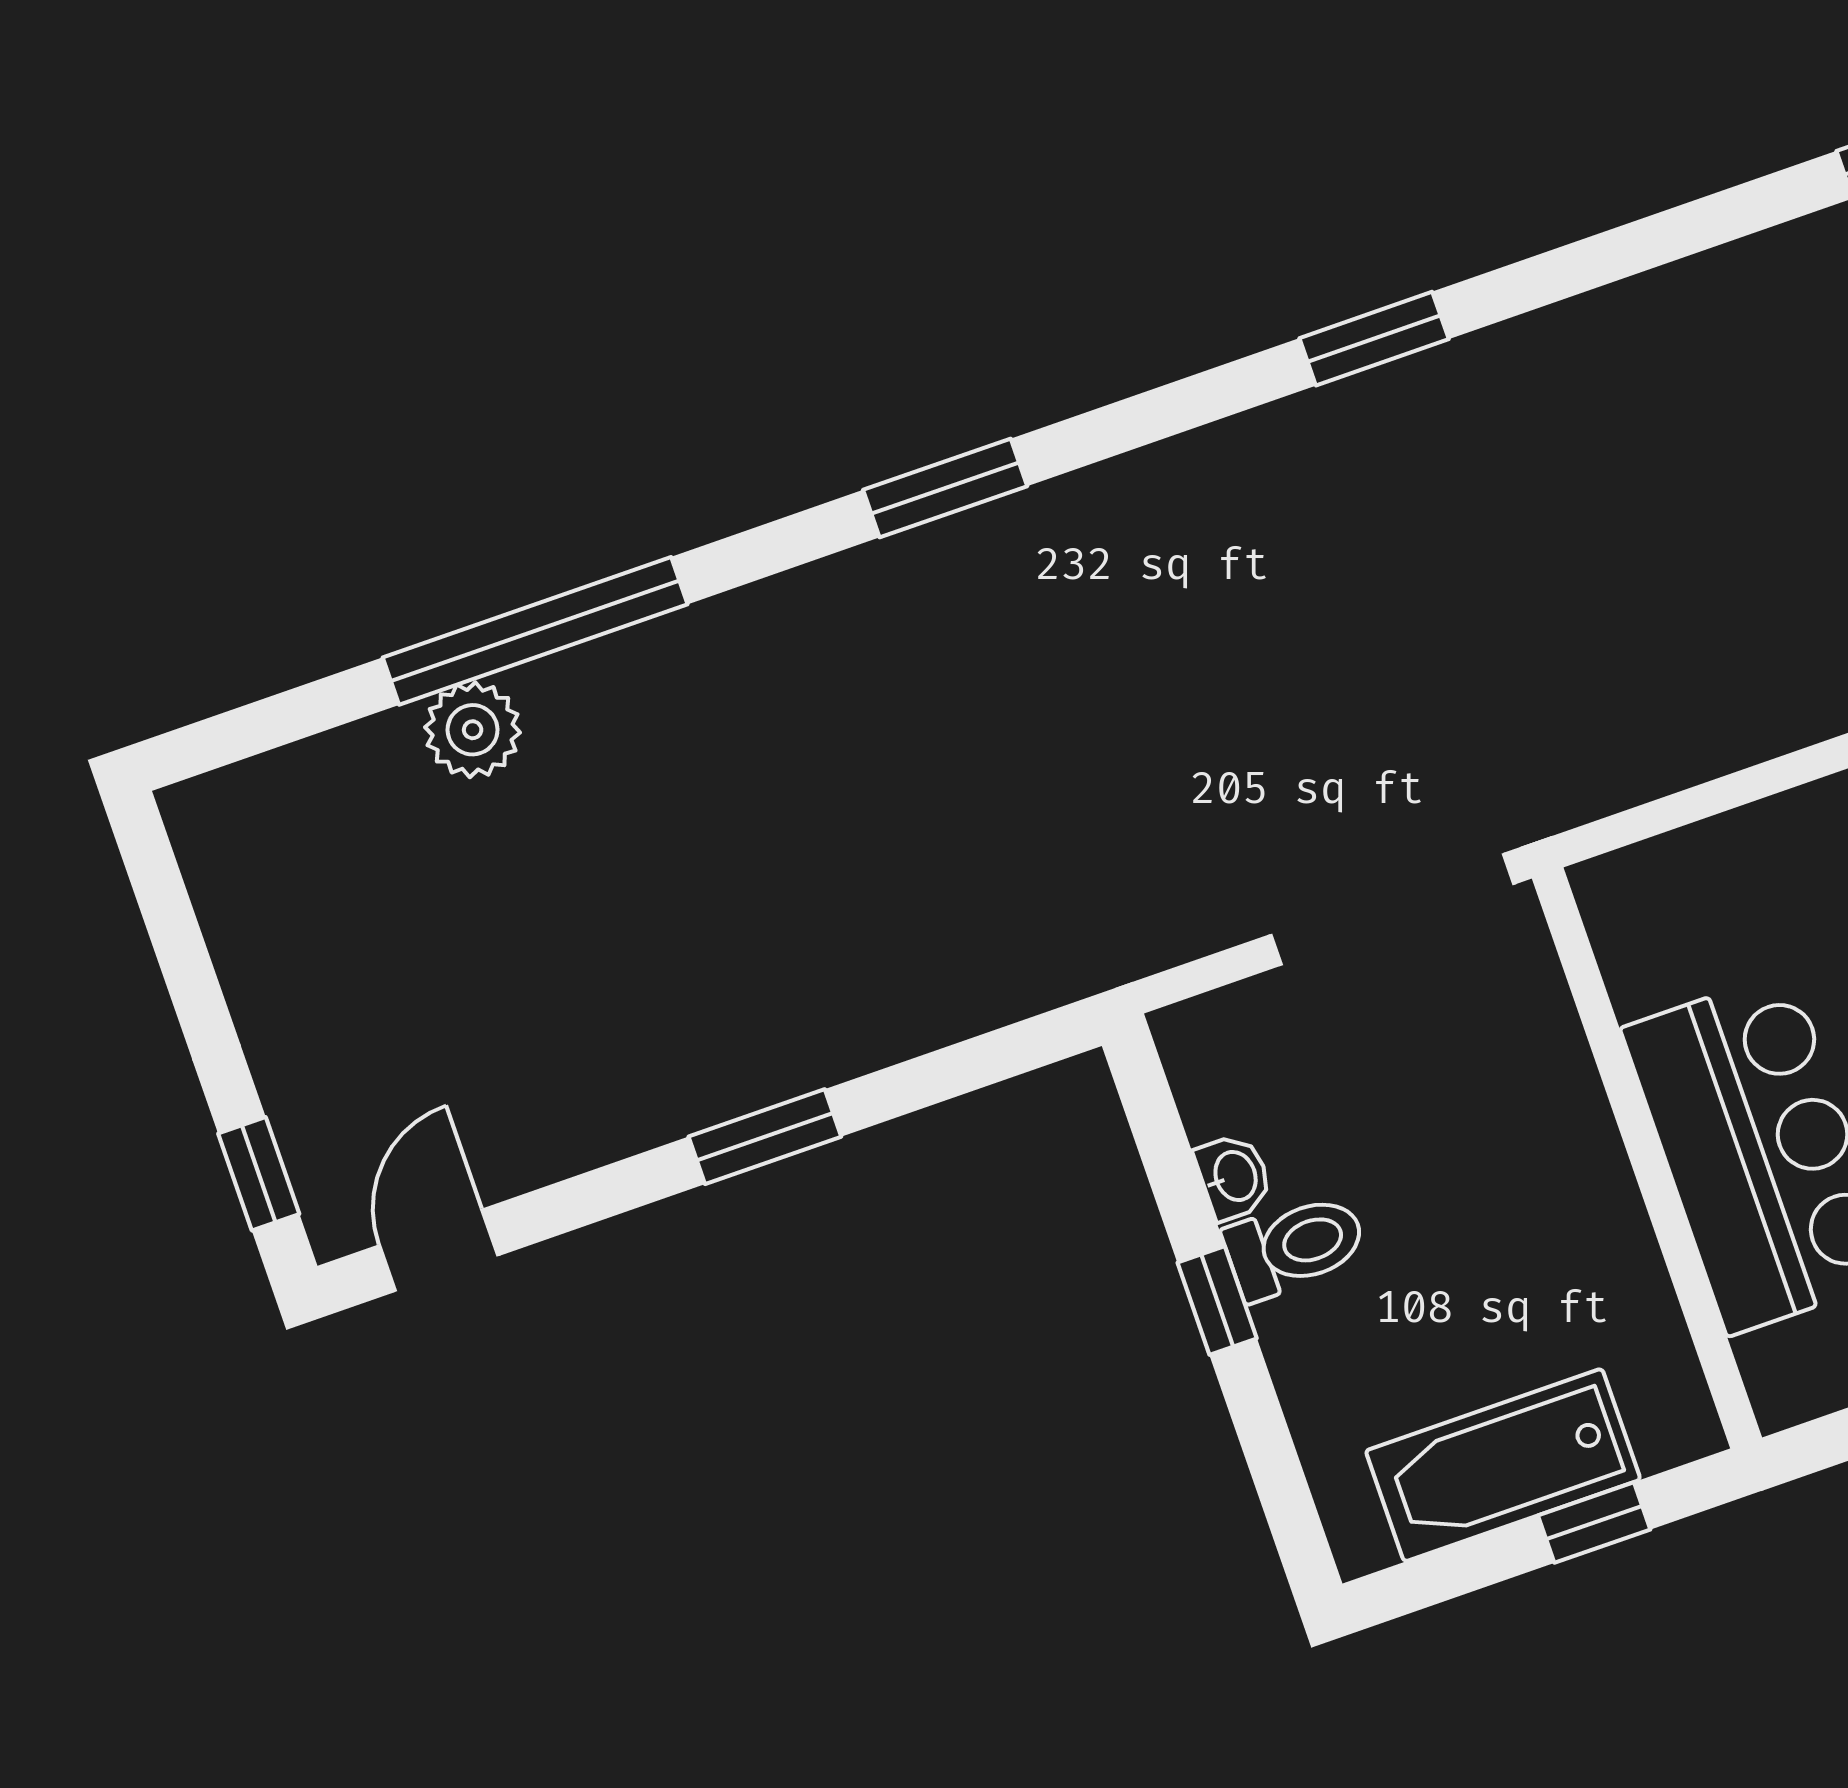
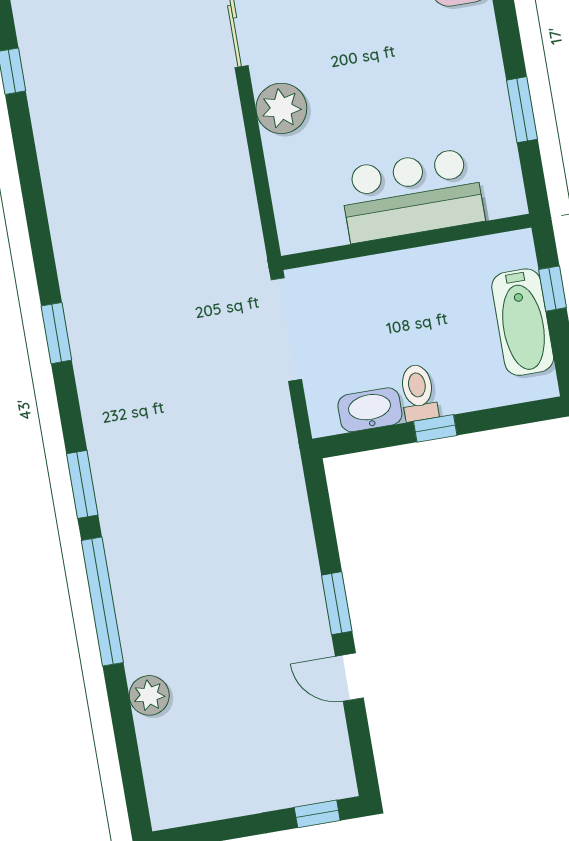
window: (1374, 339) -> (56, 333), moved
window: (535, 631) -> (102, 602), moved
washbasin: (1234, 1177) -> (370, 410), width x1.91, depth x1.45
door: (439, 1250) -> (349, 677), moved

